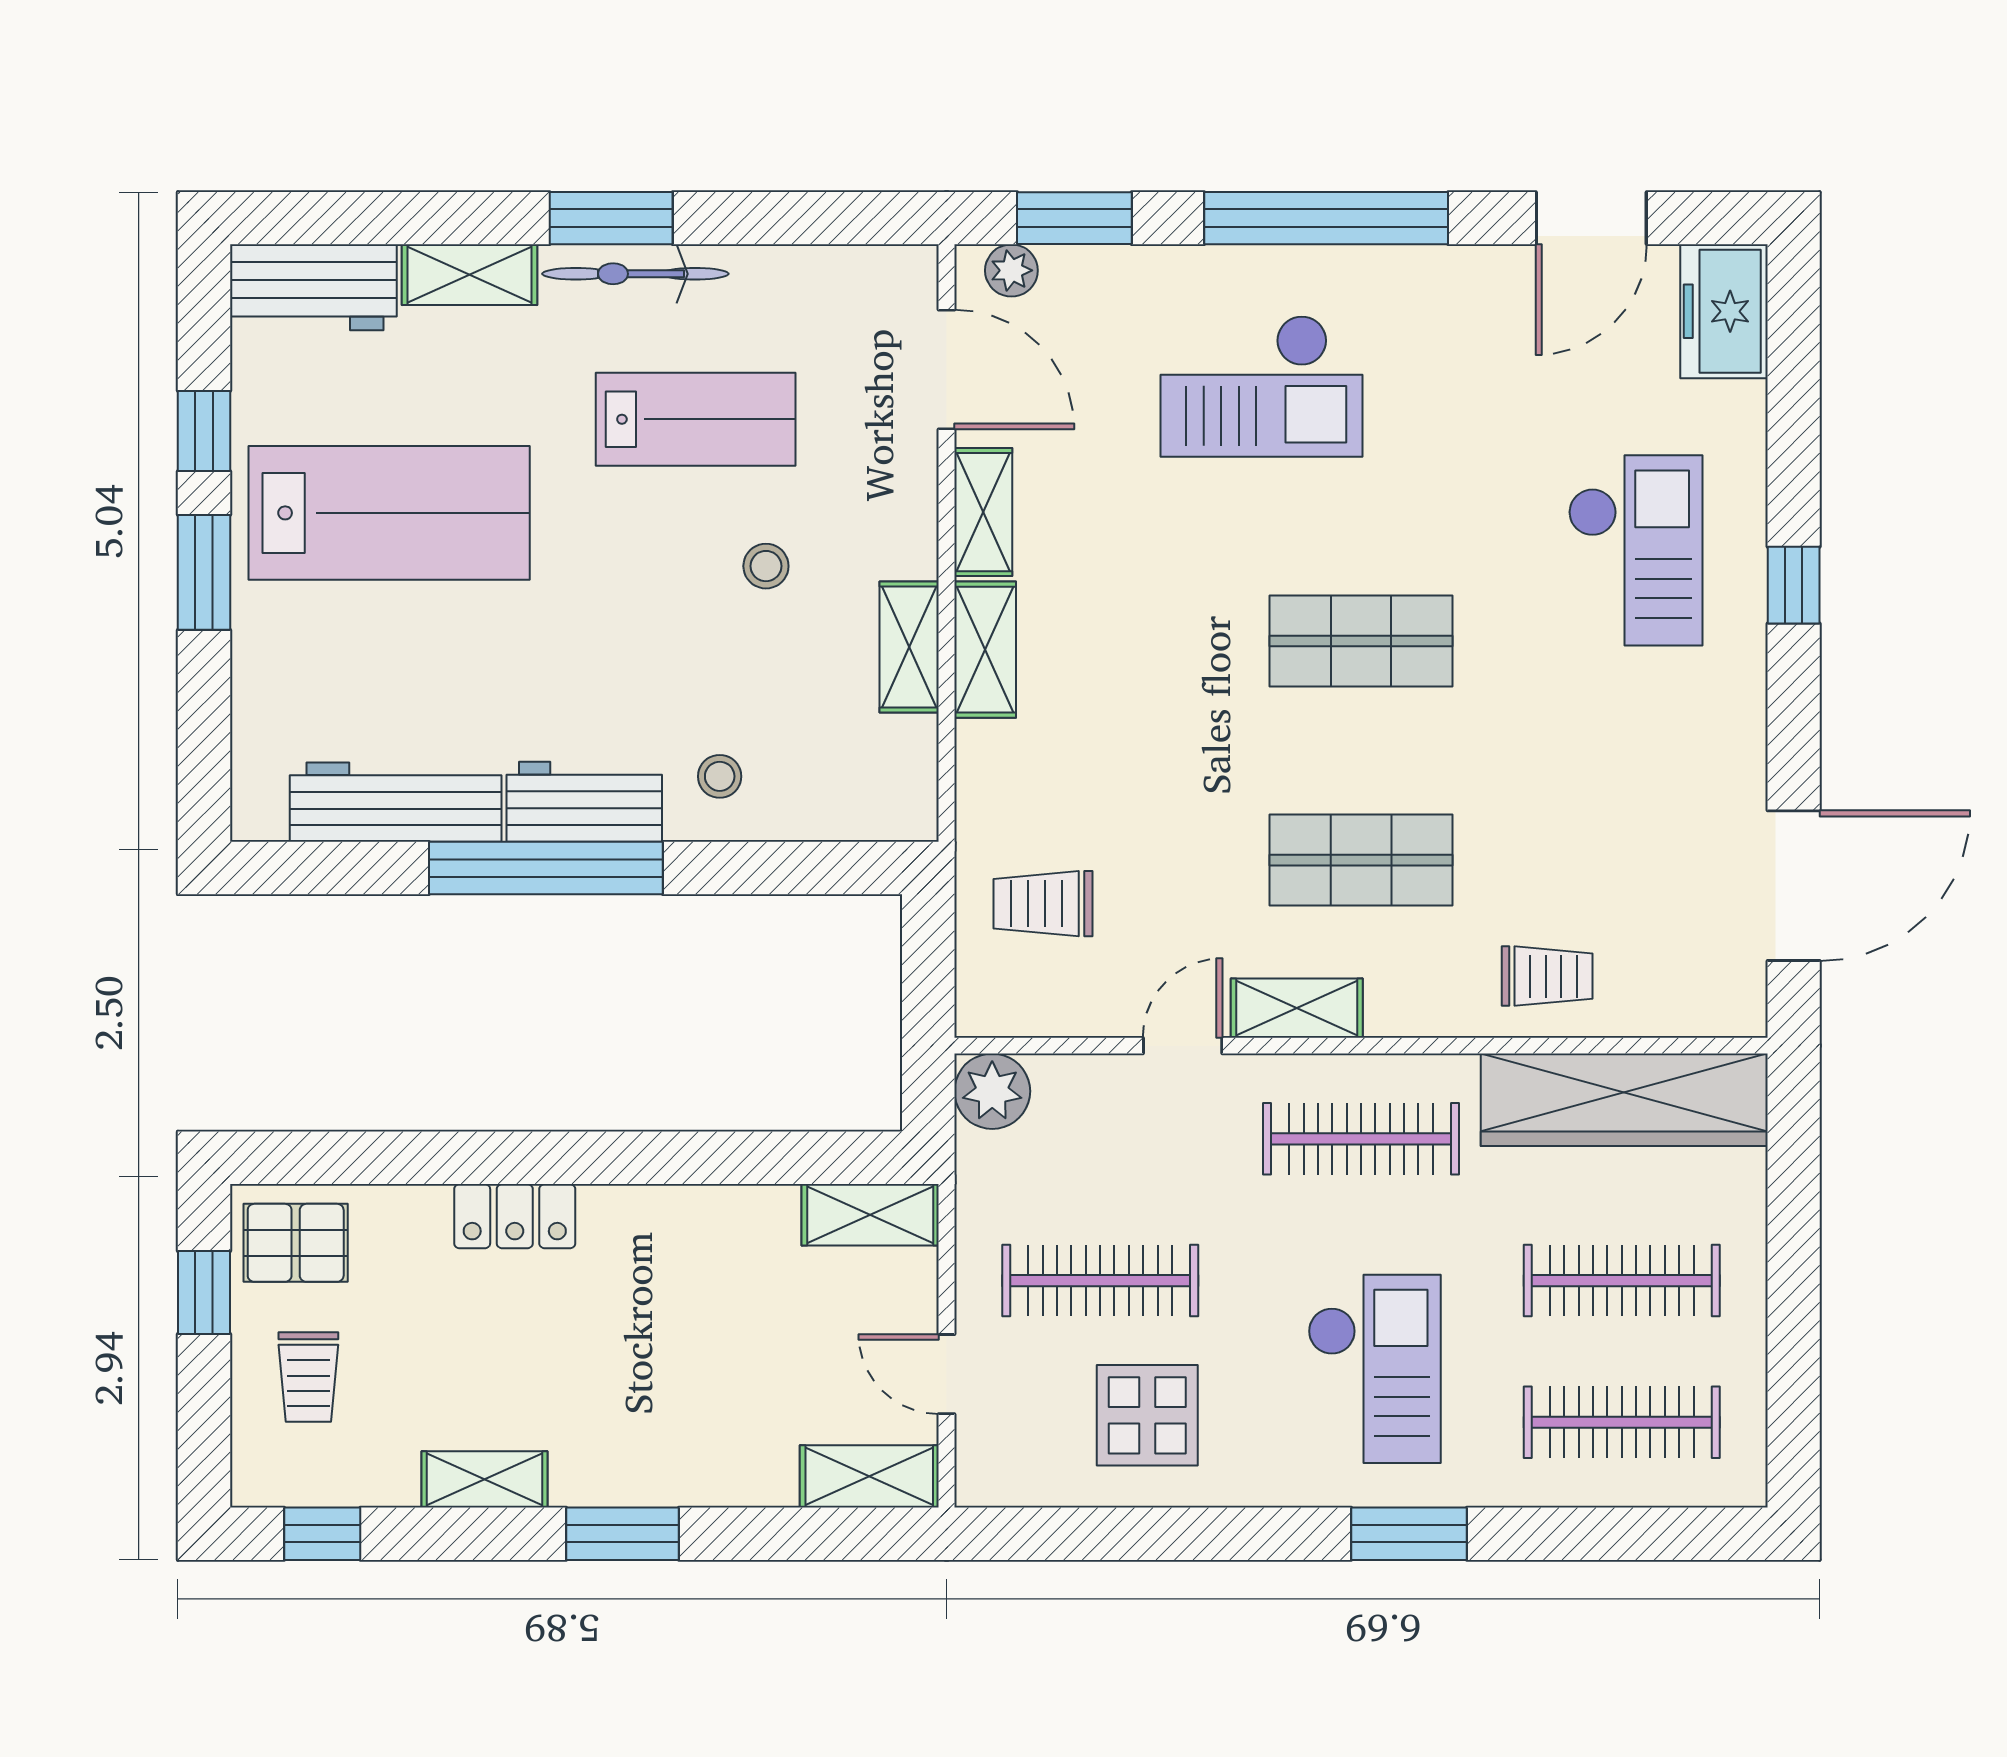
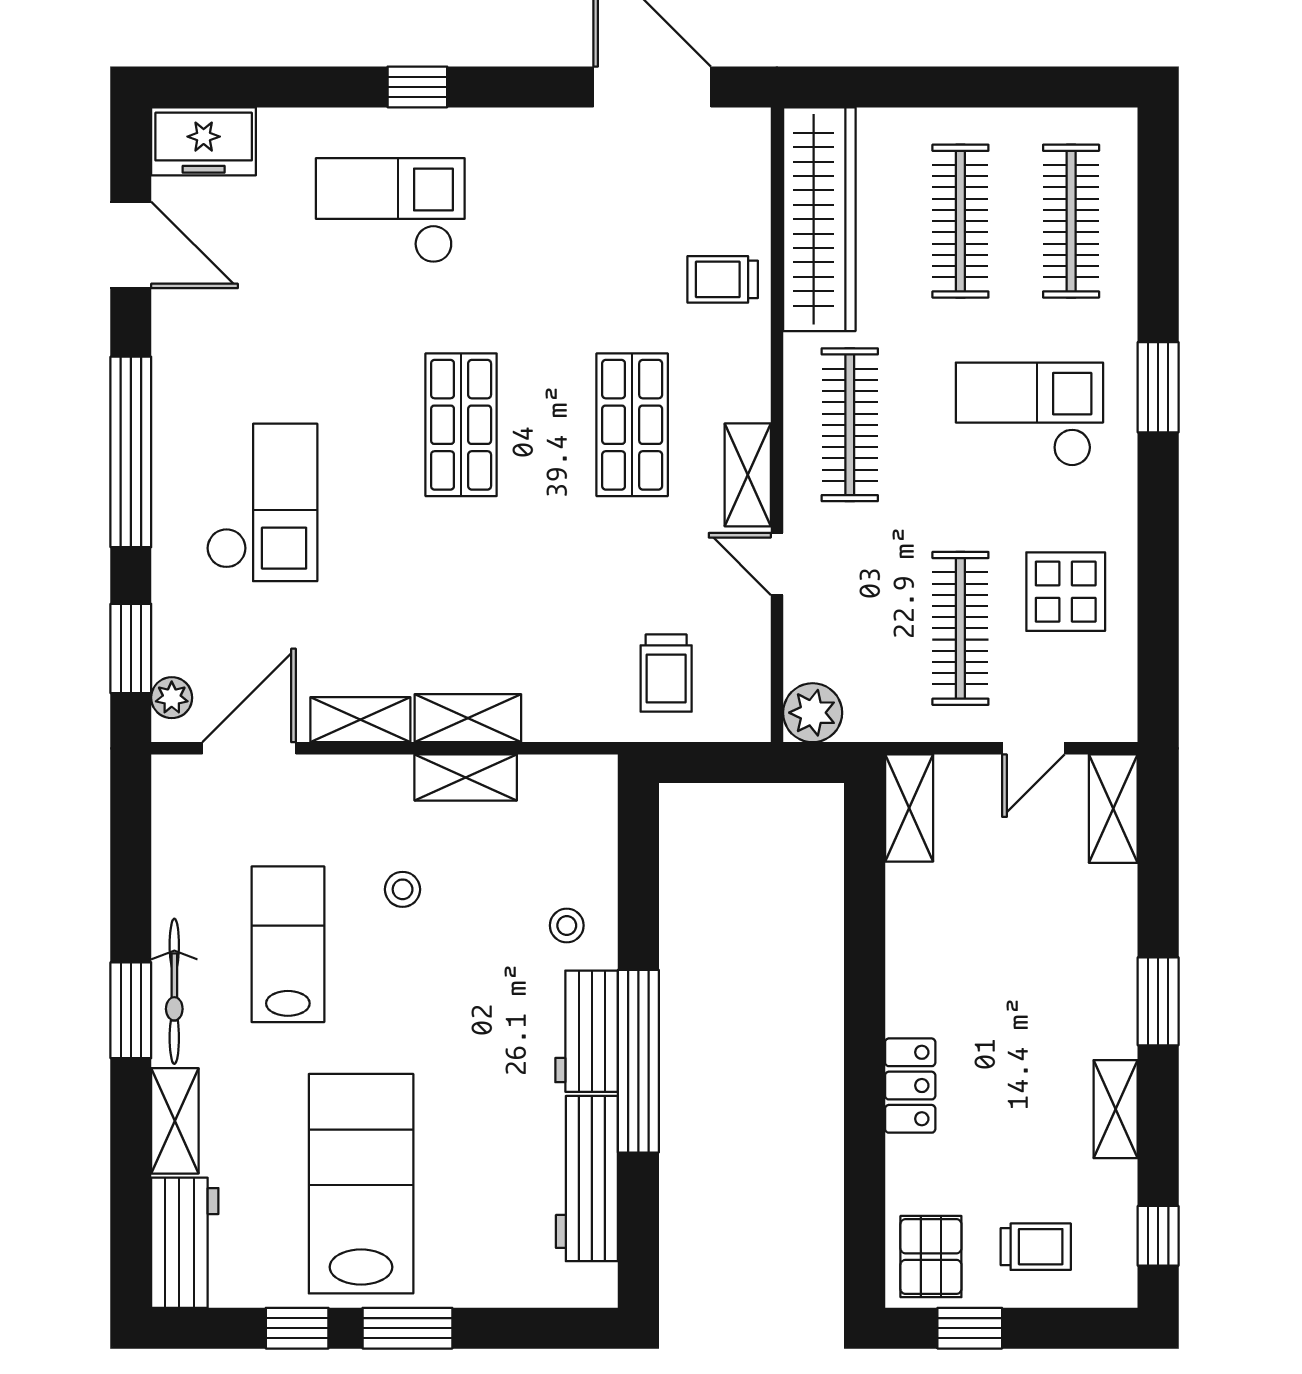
trolley: (1547, 976) -> (723, 279), turned -90

